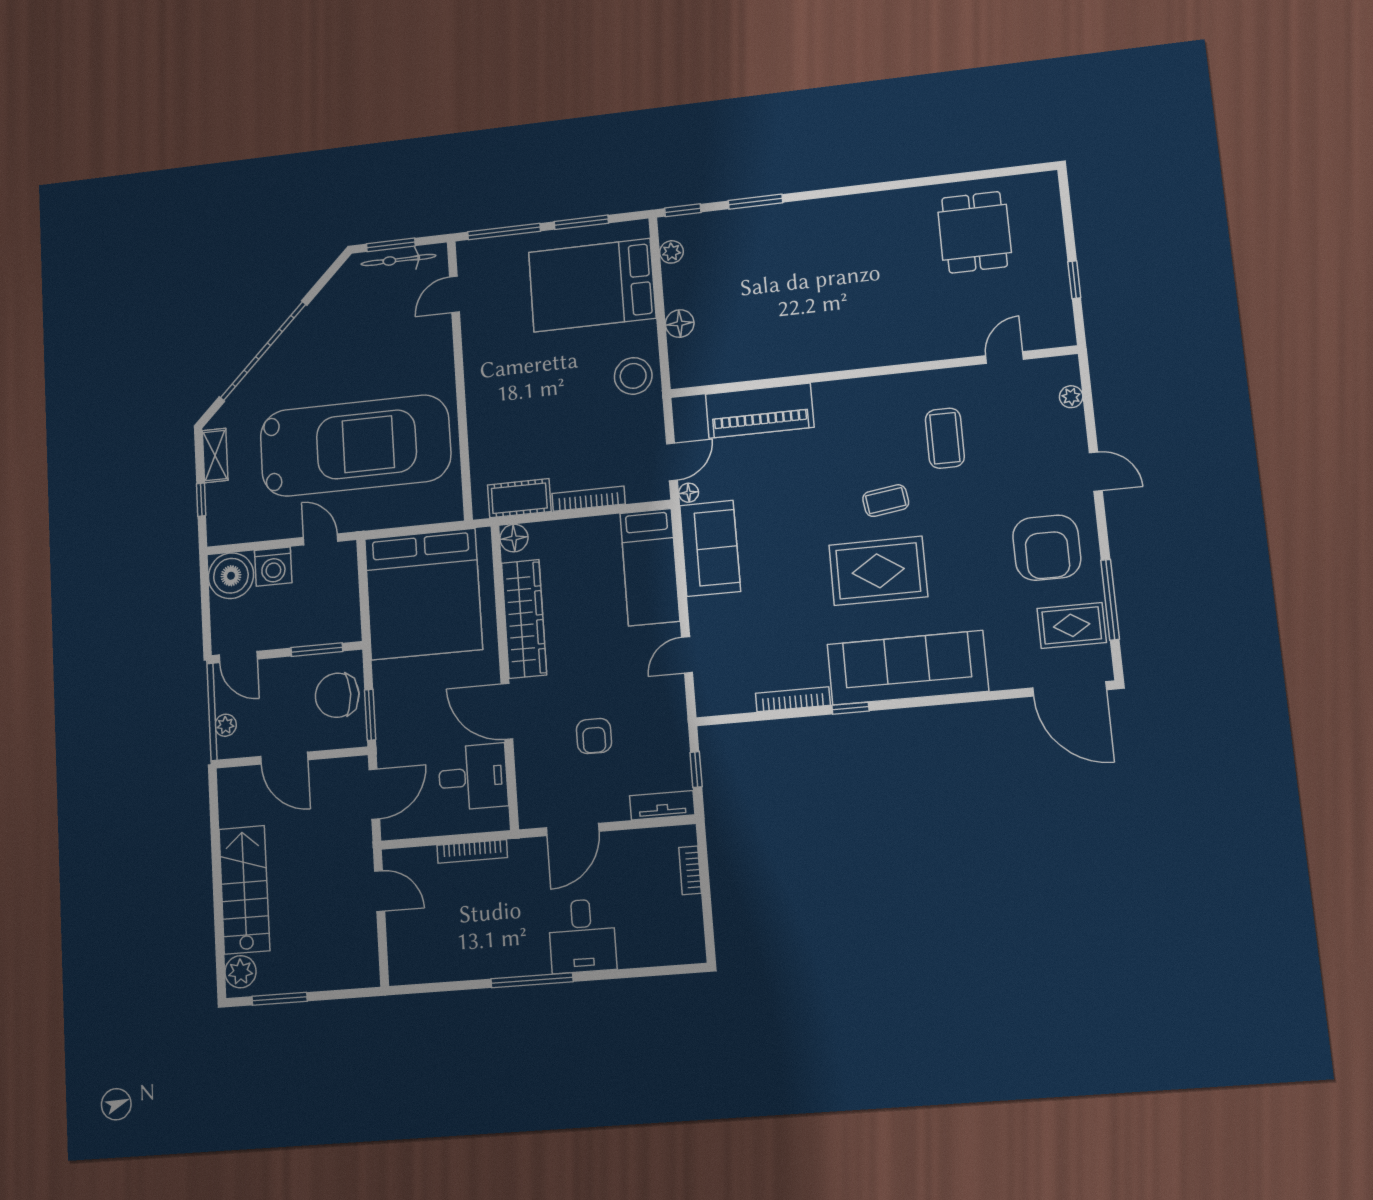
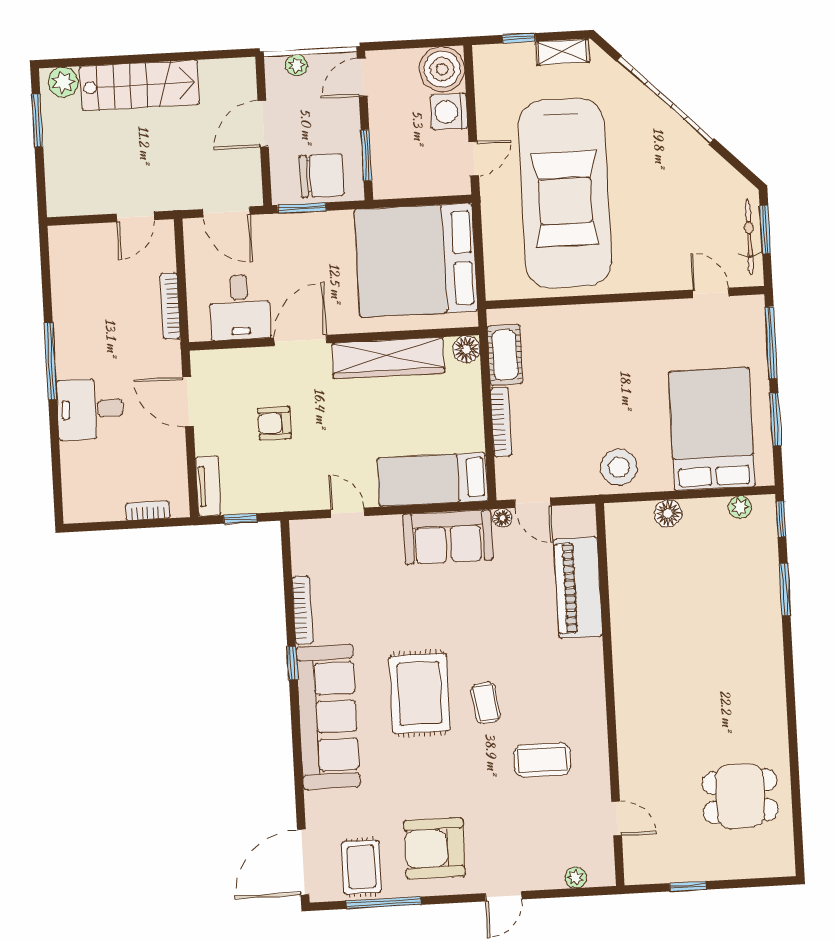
chair: (337, 695) -> (322, 176), turned 90

